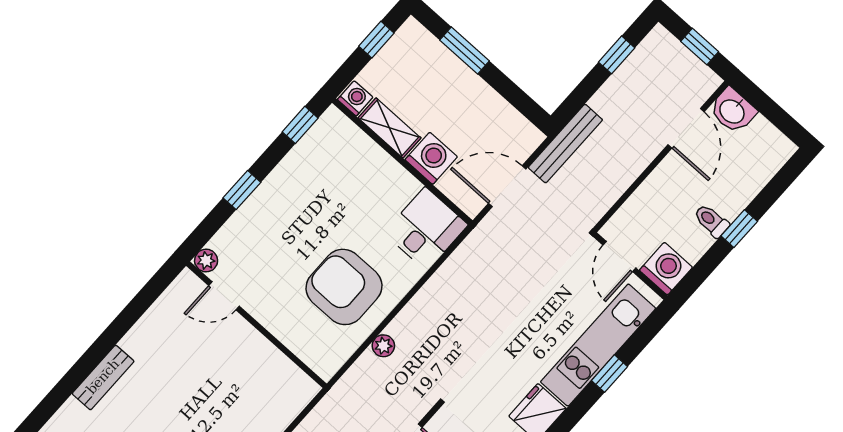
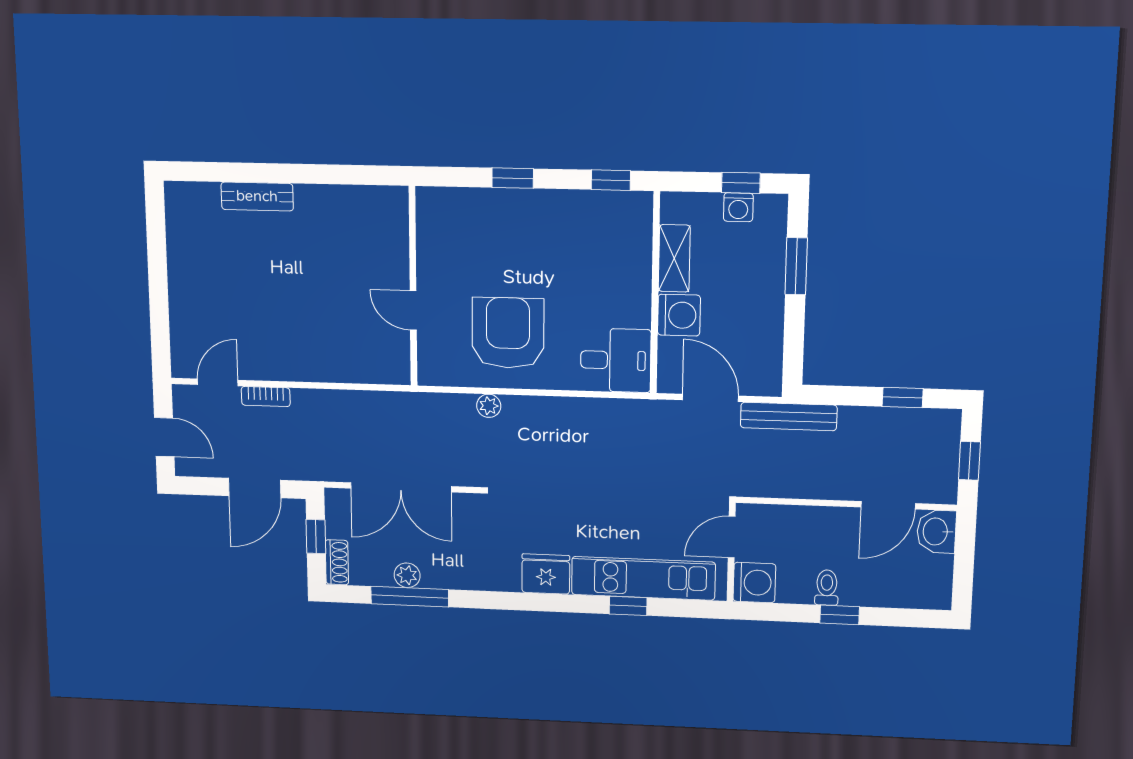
washing machine: (355, 98) -> (738, 207), moved, turned 90
plant: (206, 261) -> (428, 199), removed
door: (224, 296) -> (413, 310), moved

